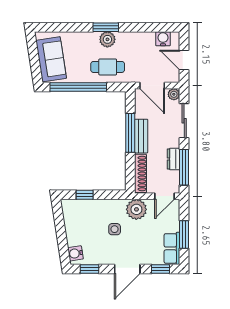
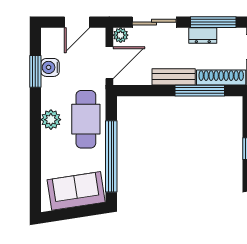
window: (106, 27) -> (35, 71), moved
water cooler: (163, 39) -> (50, 67), moved
cafe table: (108, 67) -> (86, 119), width x1.37, depth x1.35
window: (130, 133) -> (200, 91), moved

